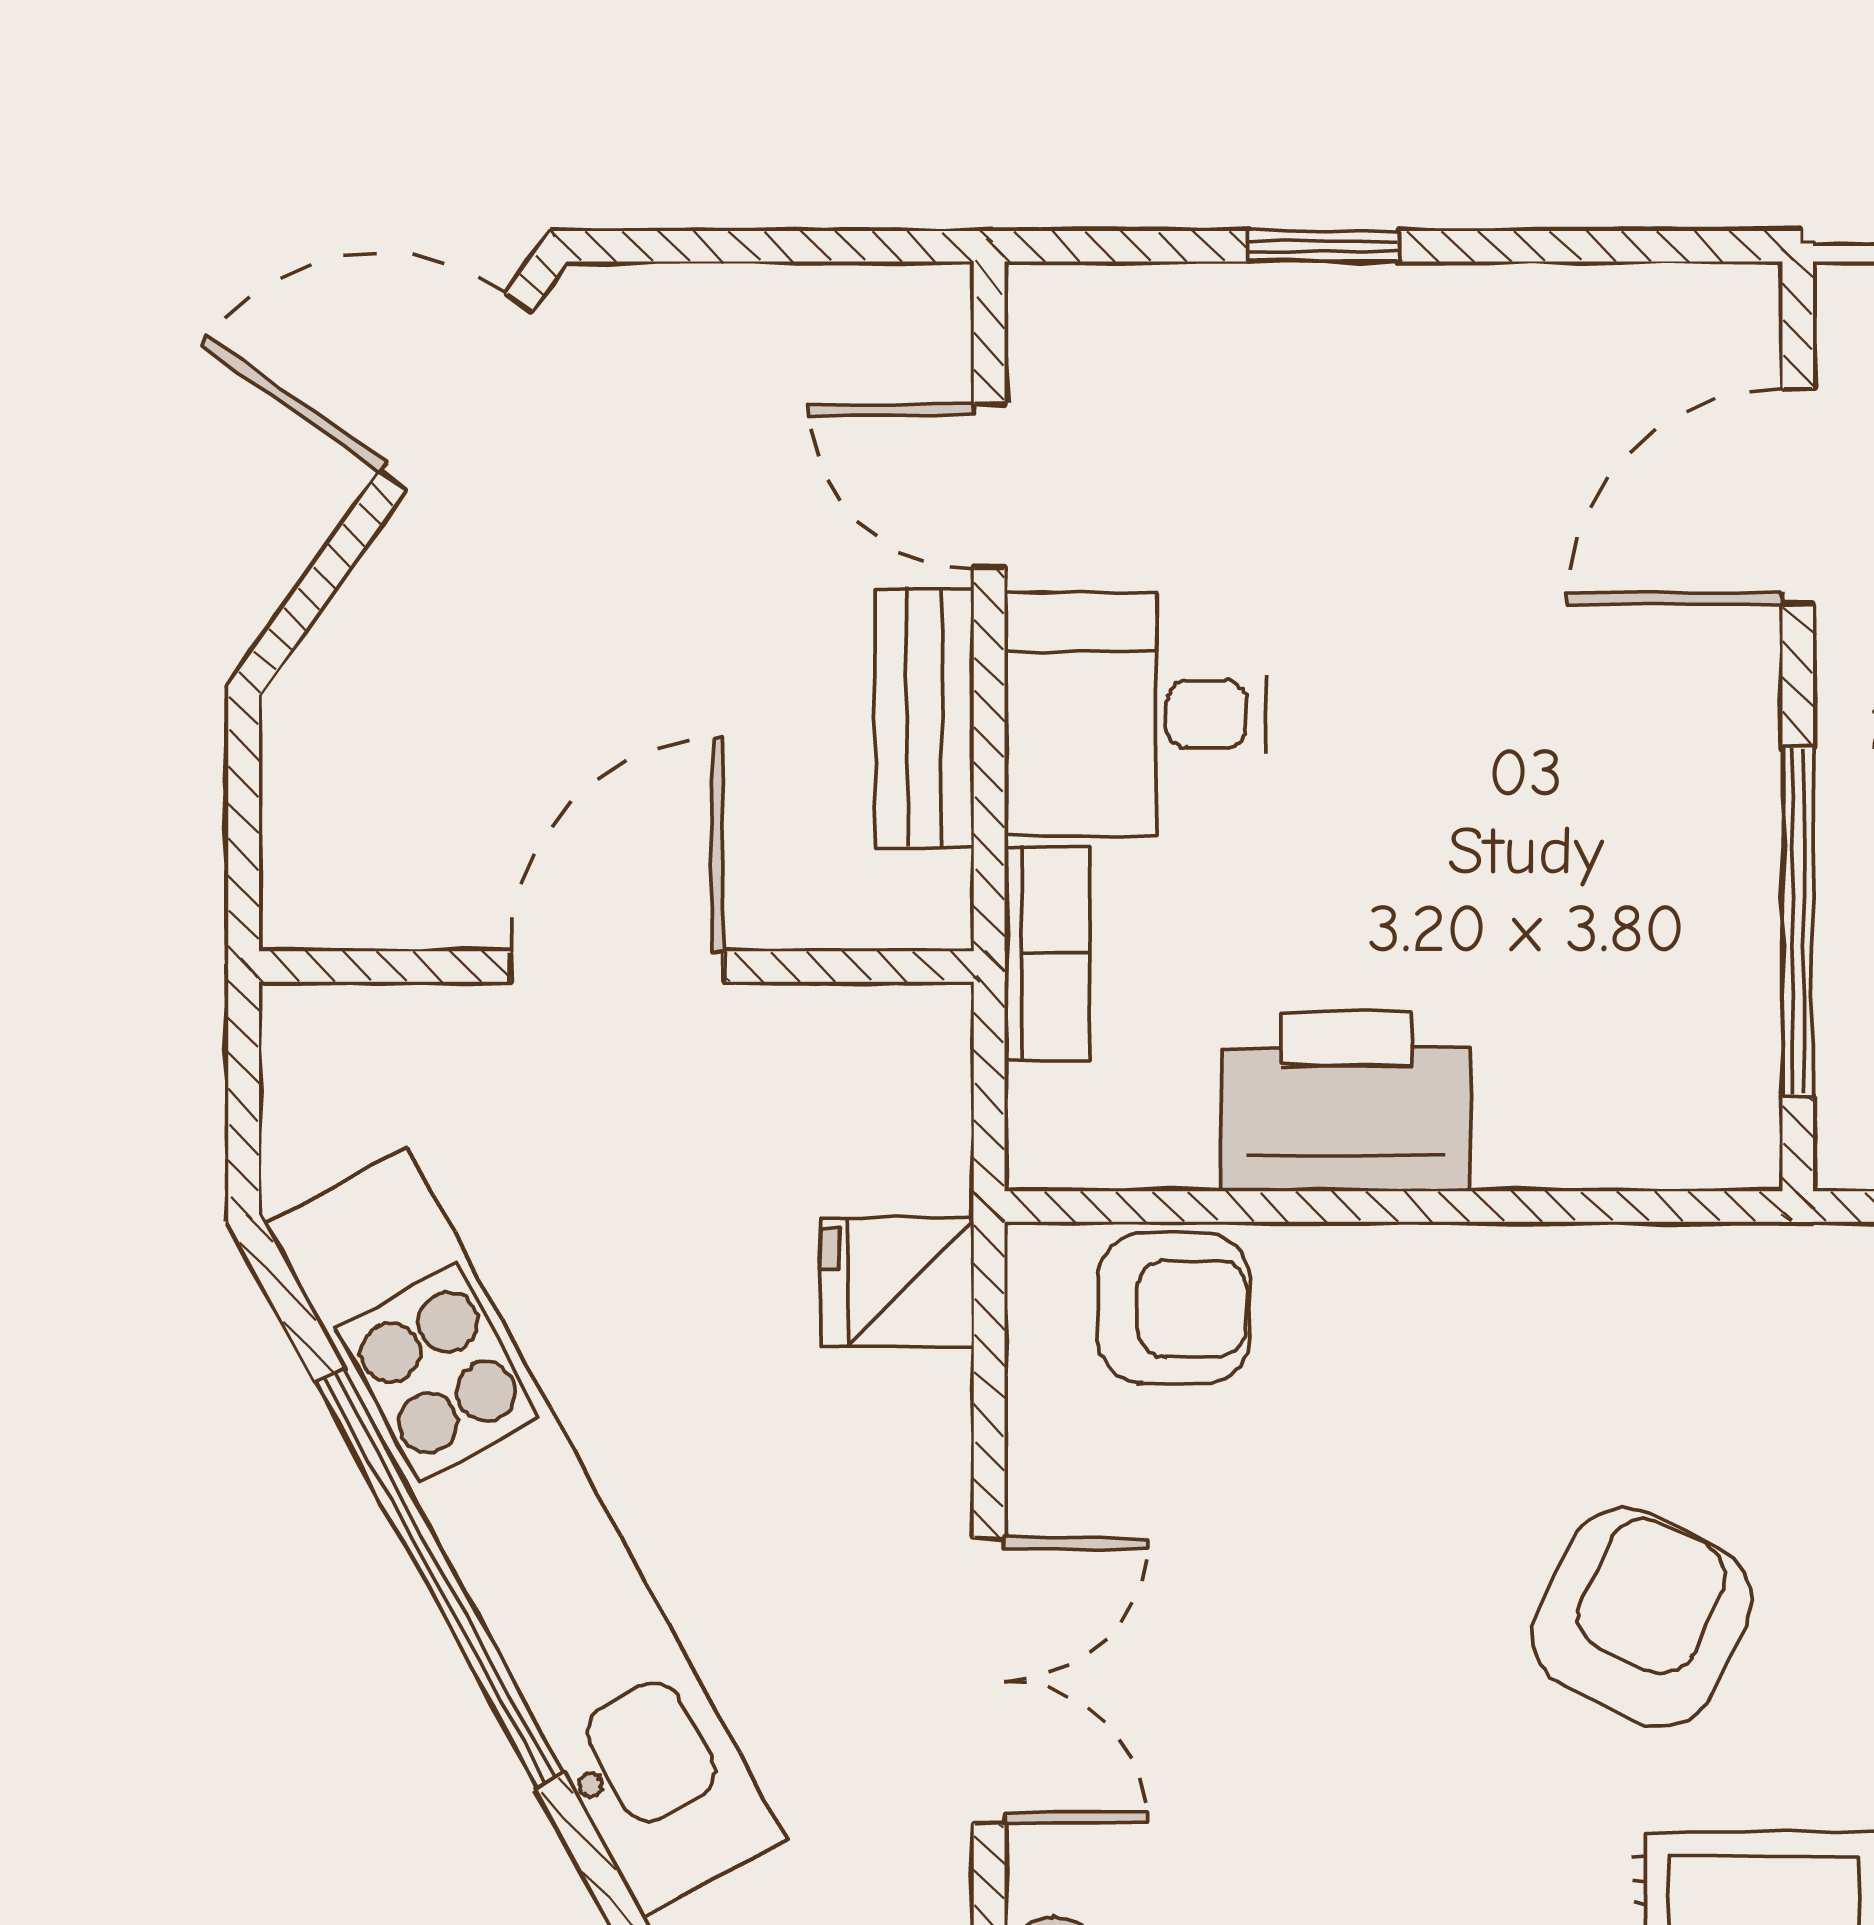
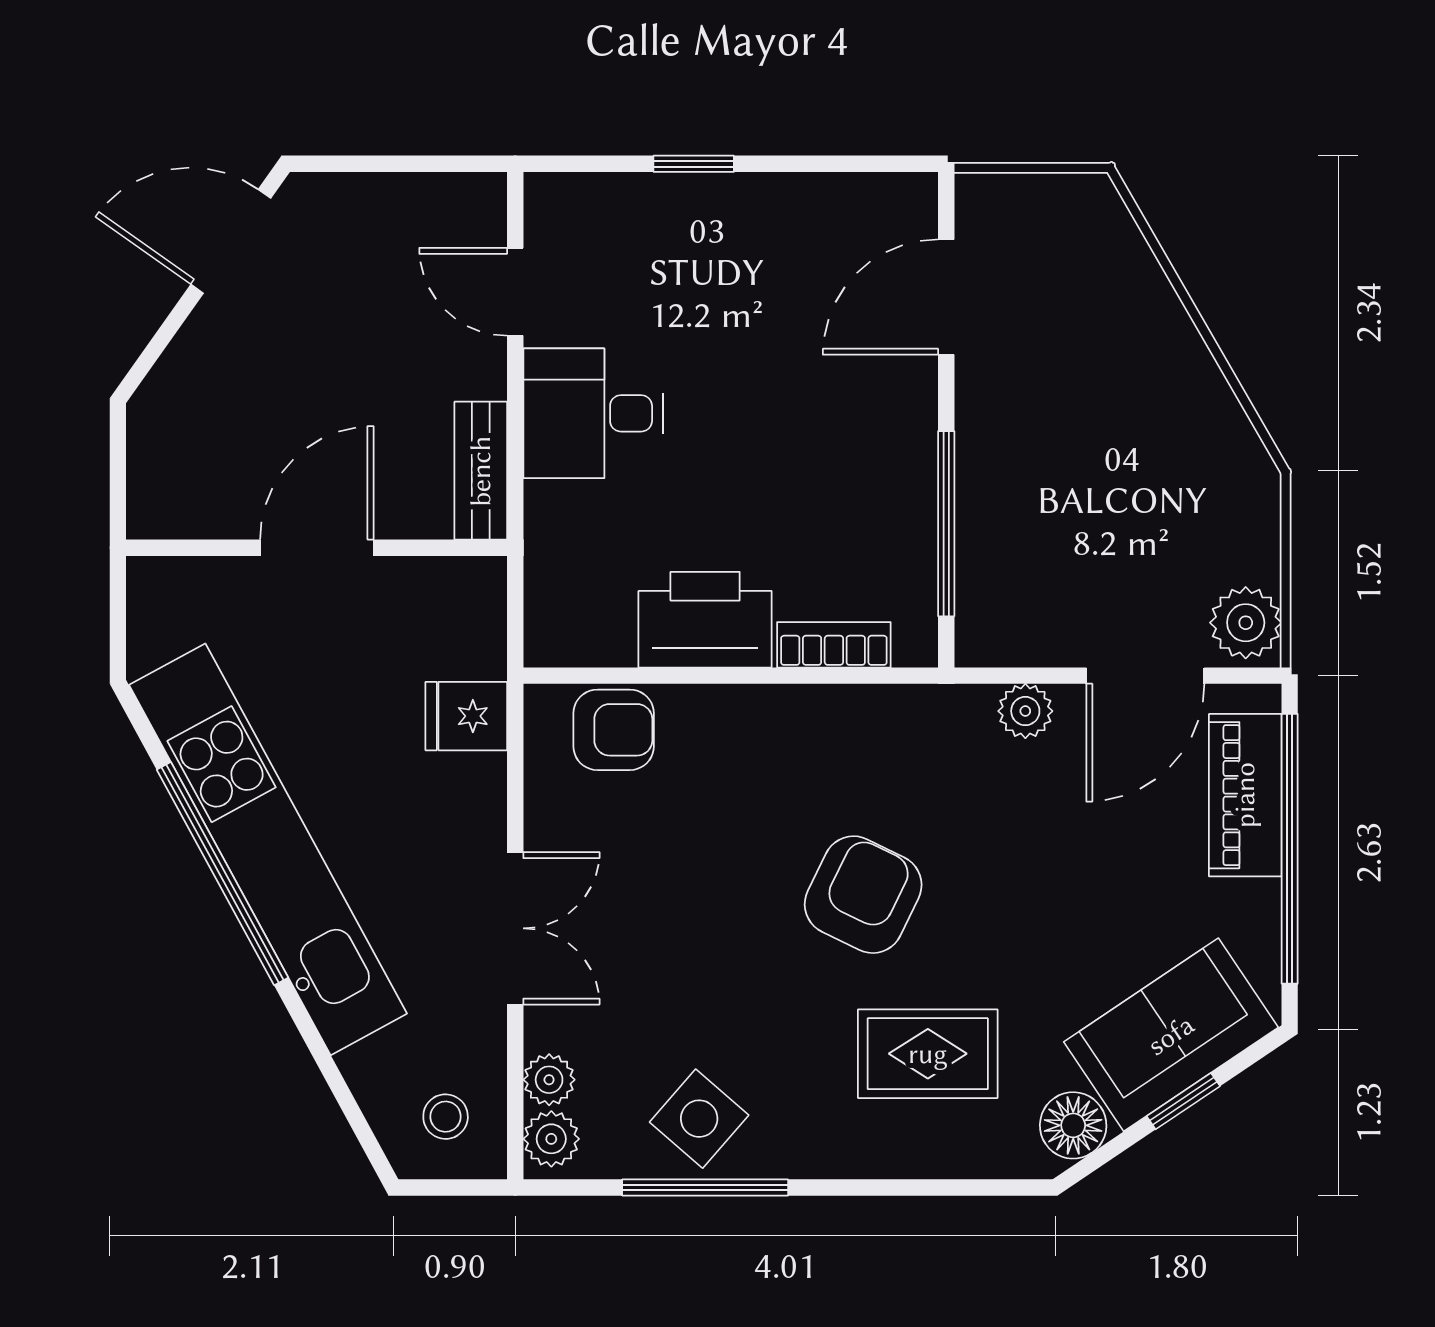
bench: (925, 718) -> (481, 471), moved
bookcase: (1047, 953) -> (834, 645), moved, turned -90

